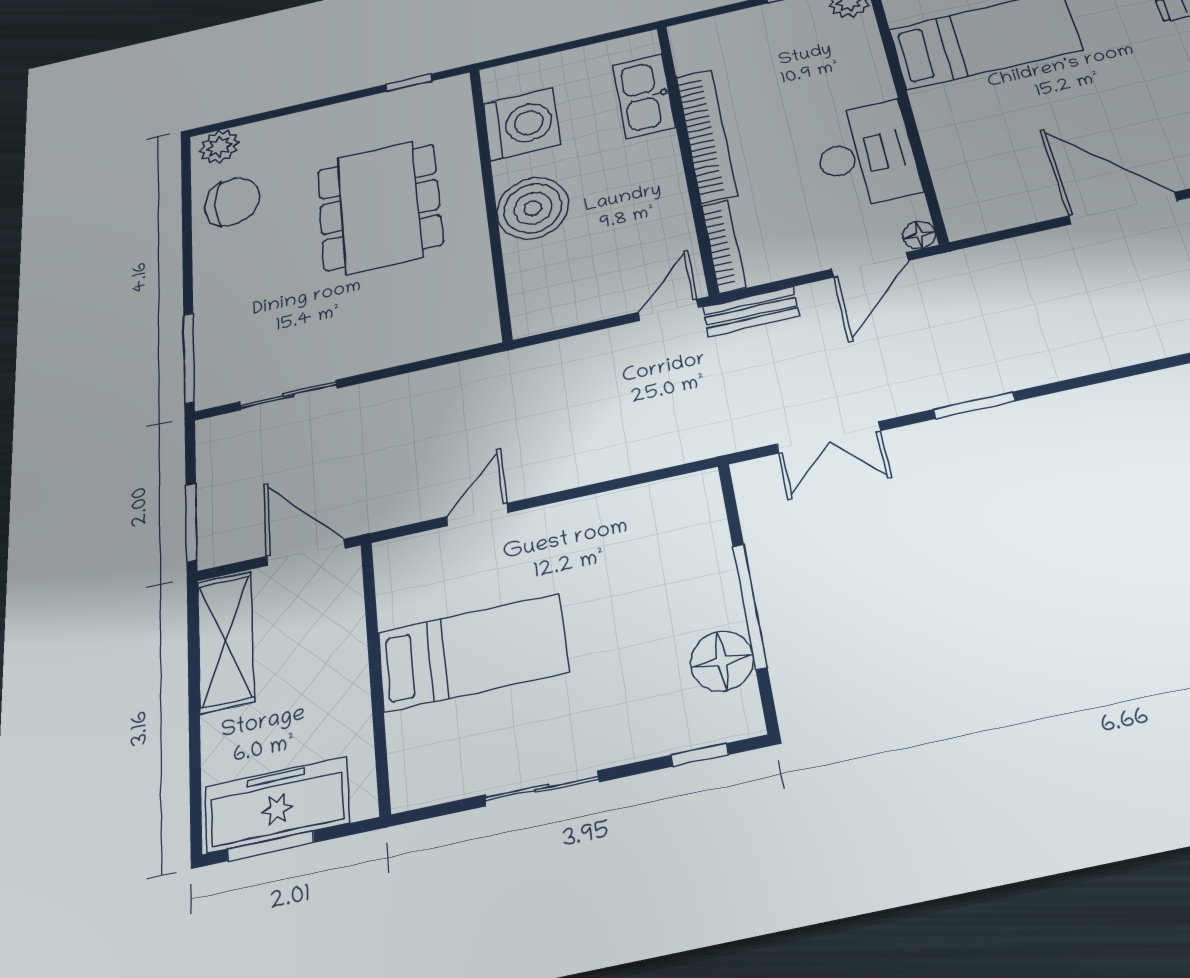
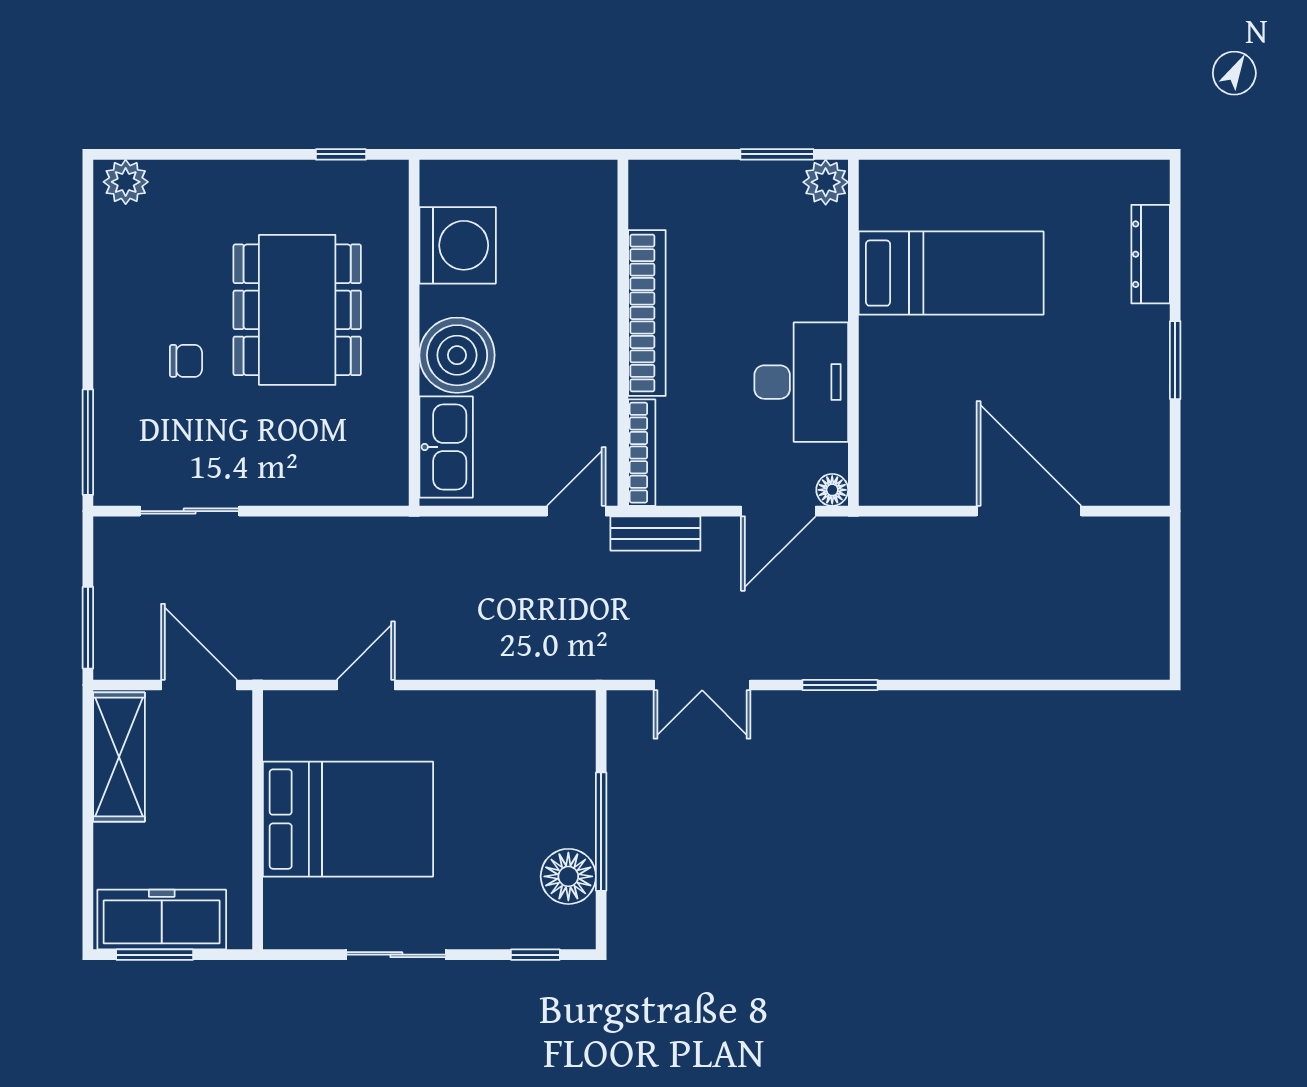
kitchen sink: (644, 96) -> (446, 447), moved, turned 180
chair: (232, 202) -> (186, 361), moved, width x0.54, depth x0.54
bed: (472, 652) -> (348, 819), width x1.50

